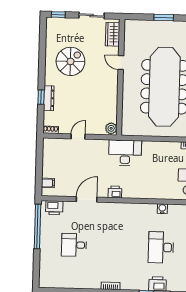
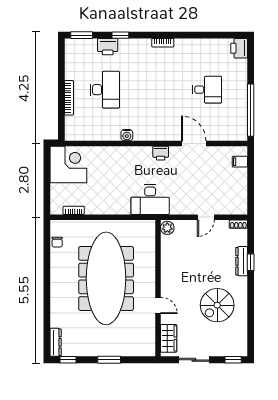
door: (87, 199) -> (194, 144), swing flipped
printer: (54, 208) -> (239, 48), moved, turned -90
water cooler: (162, 209) -> (127, 135), moved

